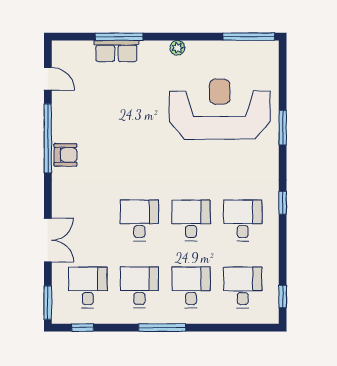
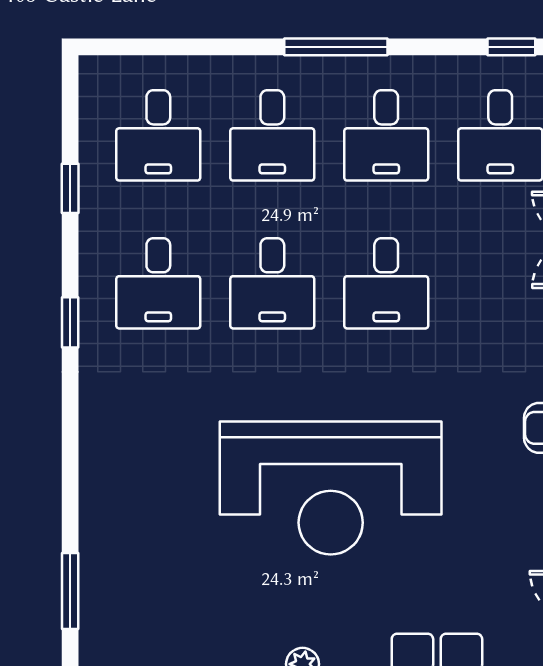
reception desk: (220, 109) -> (331, 488), moved
window: (283, 128) -> (70, 591), moved
window: (283, 296) -> (70, 188), moved

